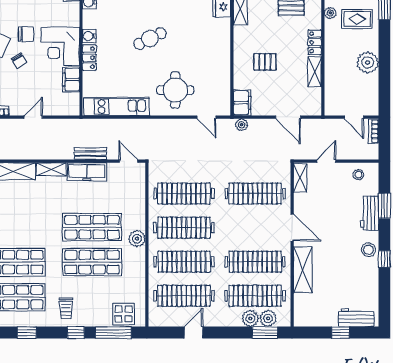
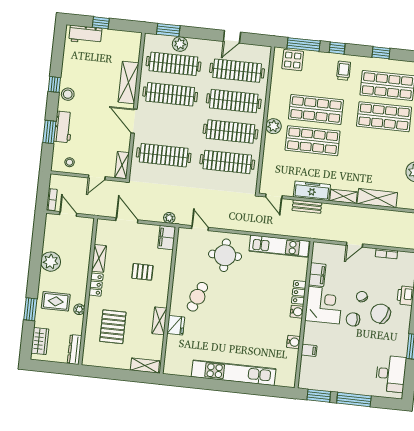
cafe table: (150, 39) -> (197, 297), moved, turned -43
plant: (268, 318) -> (164, 42), removed

